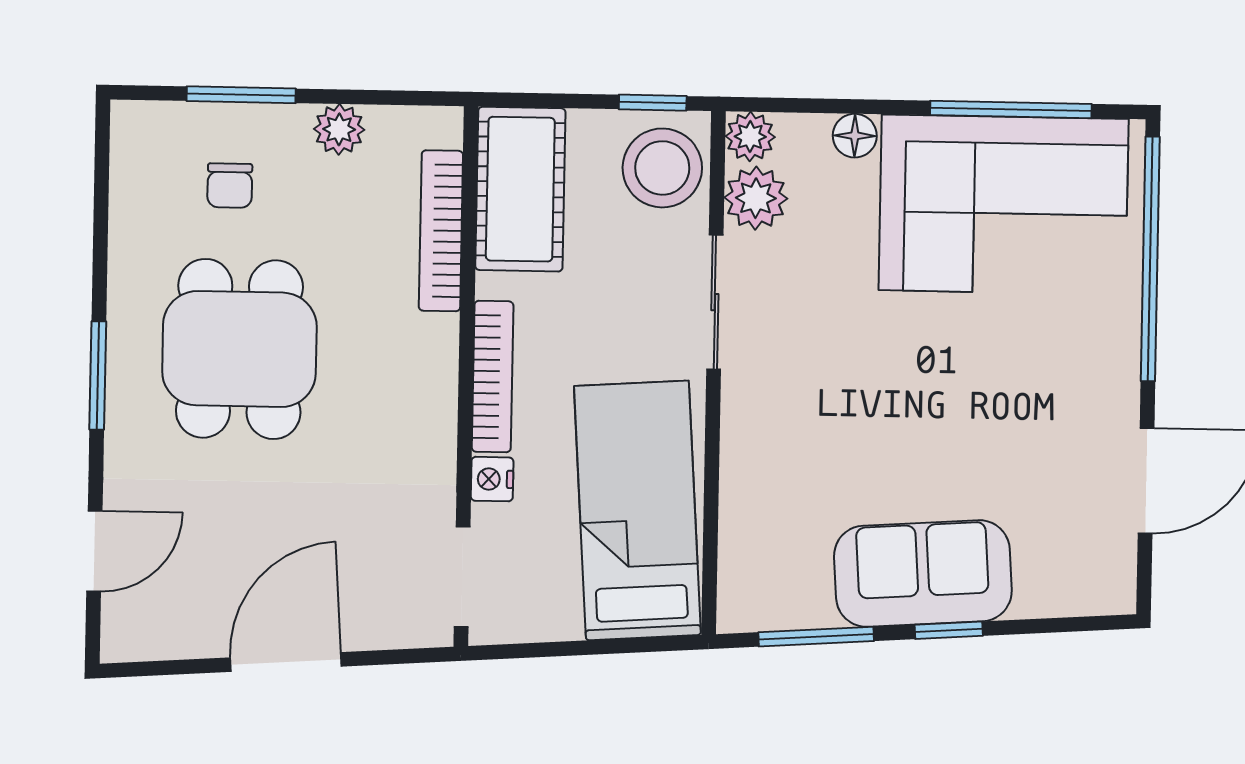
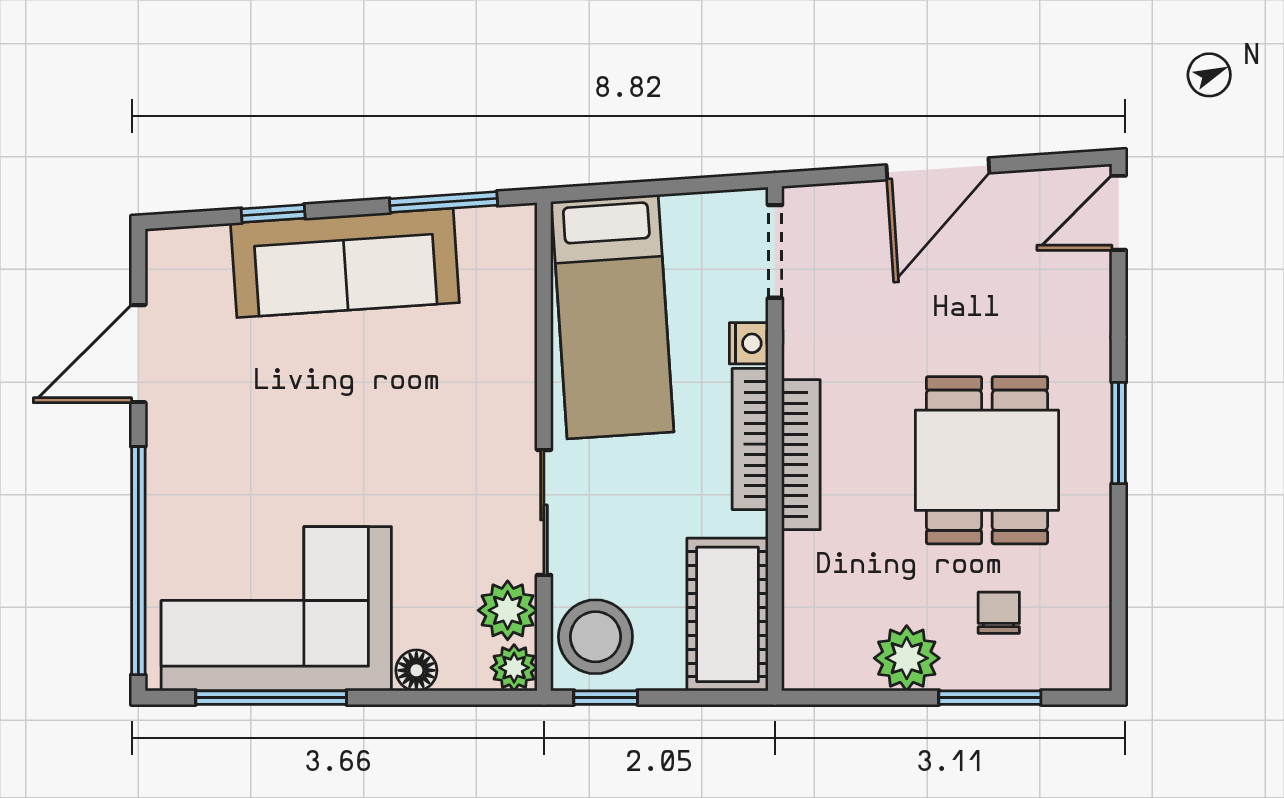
plant: (339, 129) -> (907, 658), width x1.38, depth x1.38
bookcase: (441, 231) -> (801, 455), moved
door: (94, 551) -> (1119, 213), moved
sofa: (923, 573) -> (345, 263), width x1.36
window: (949, 630) -> (273, 213), moved

